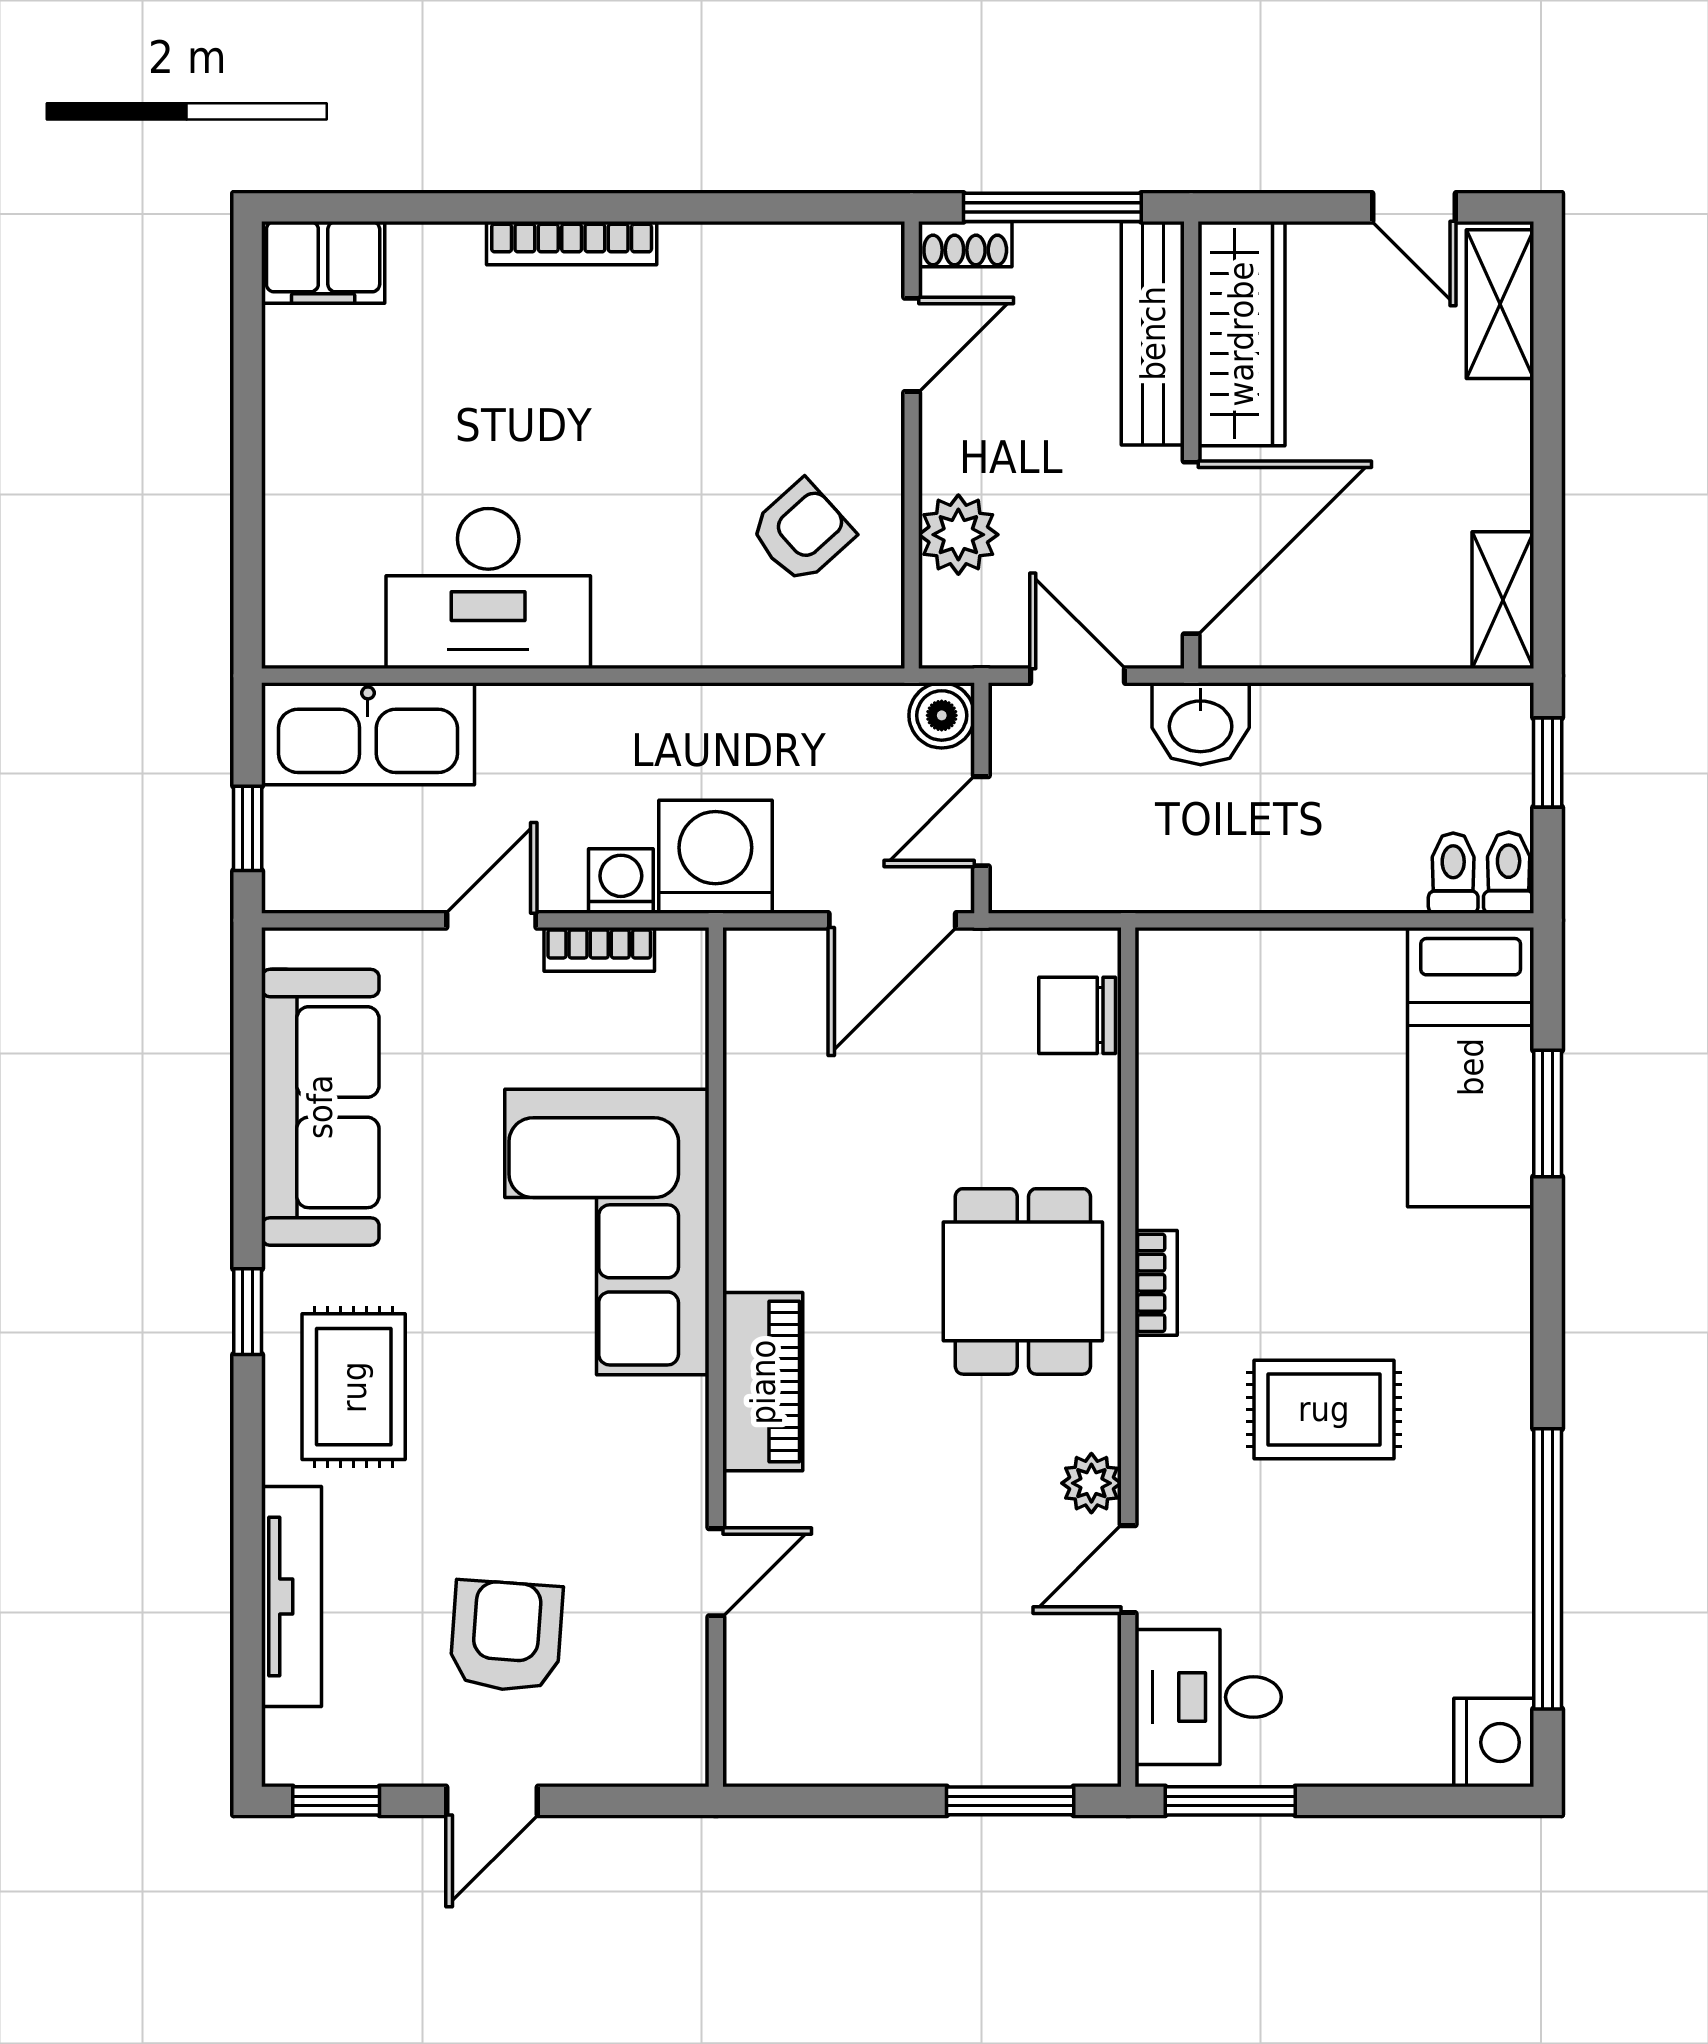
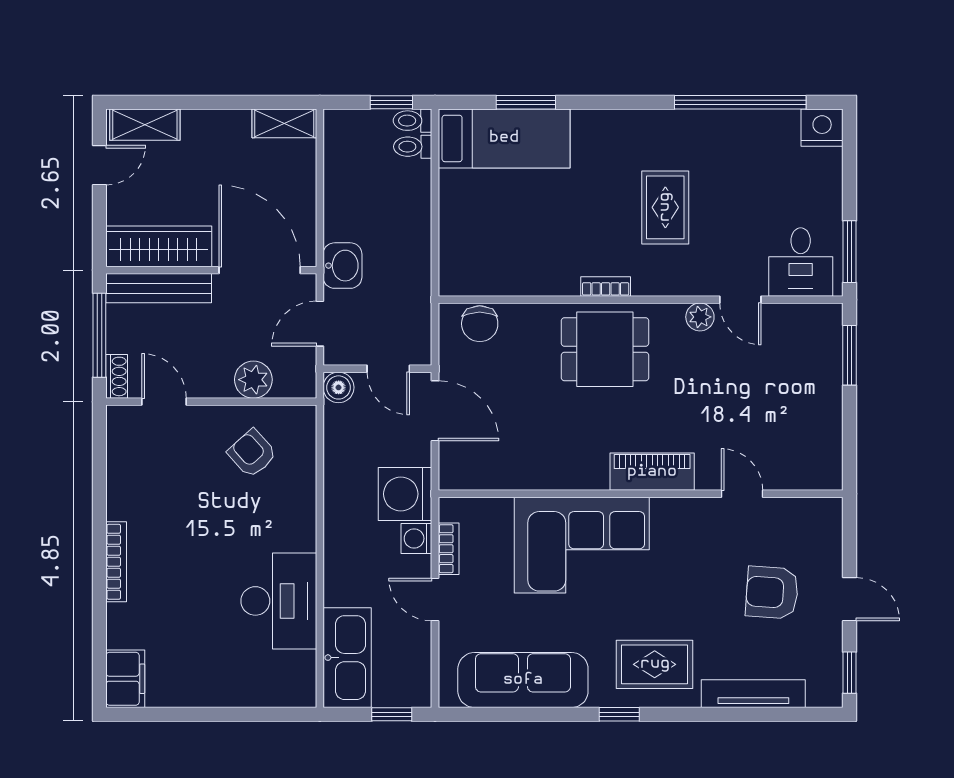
window: (1548, 762) -> (391, 102), moved

